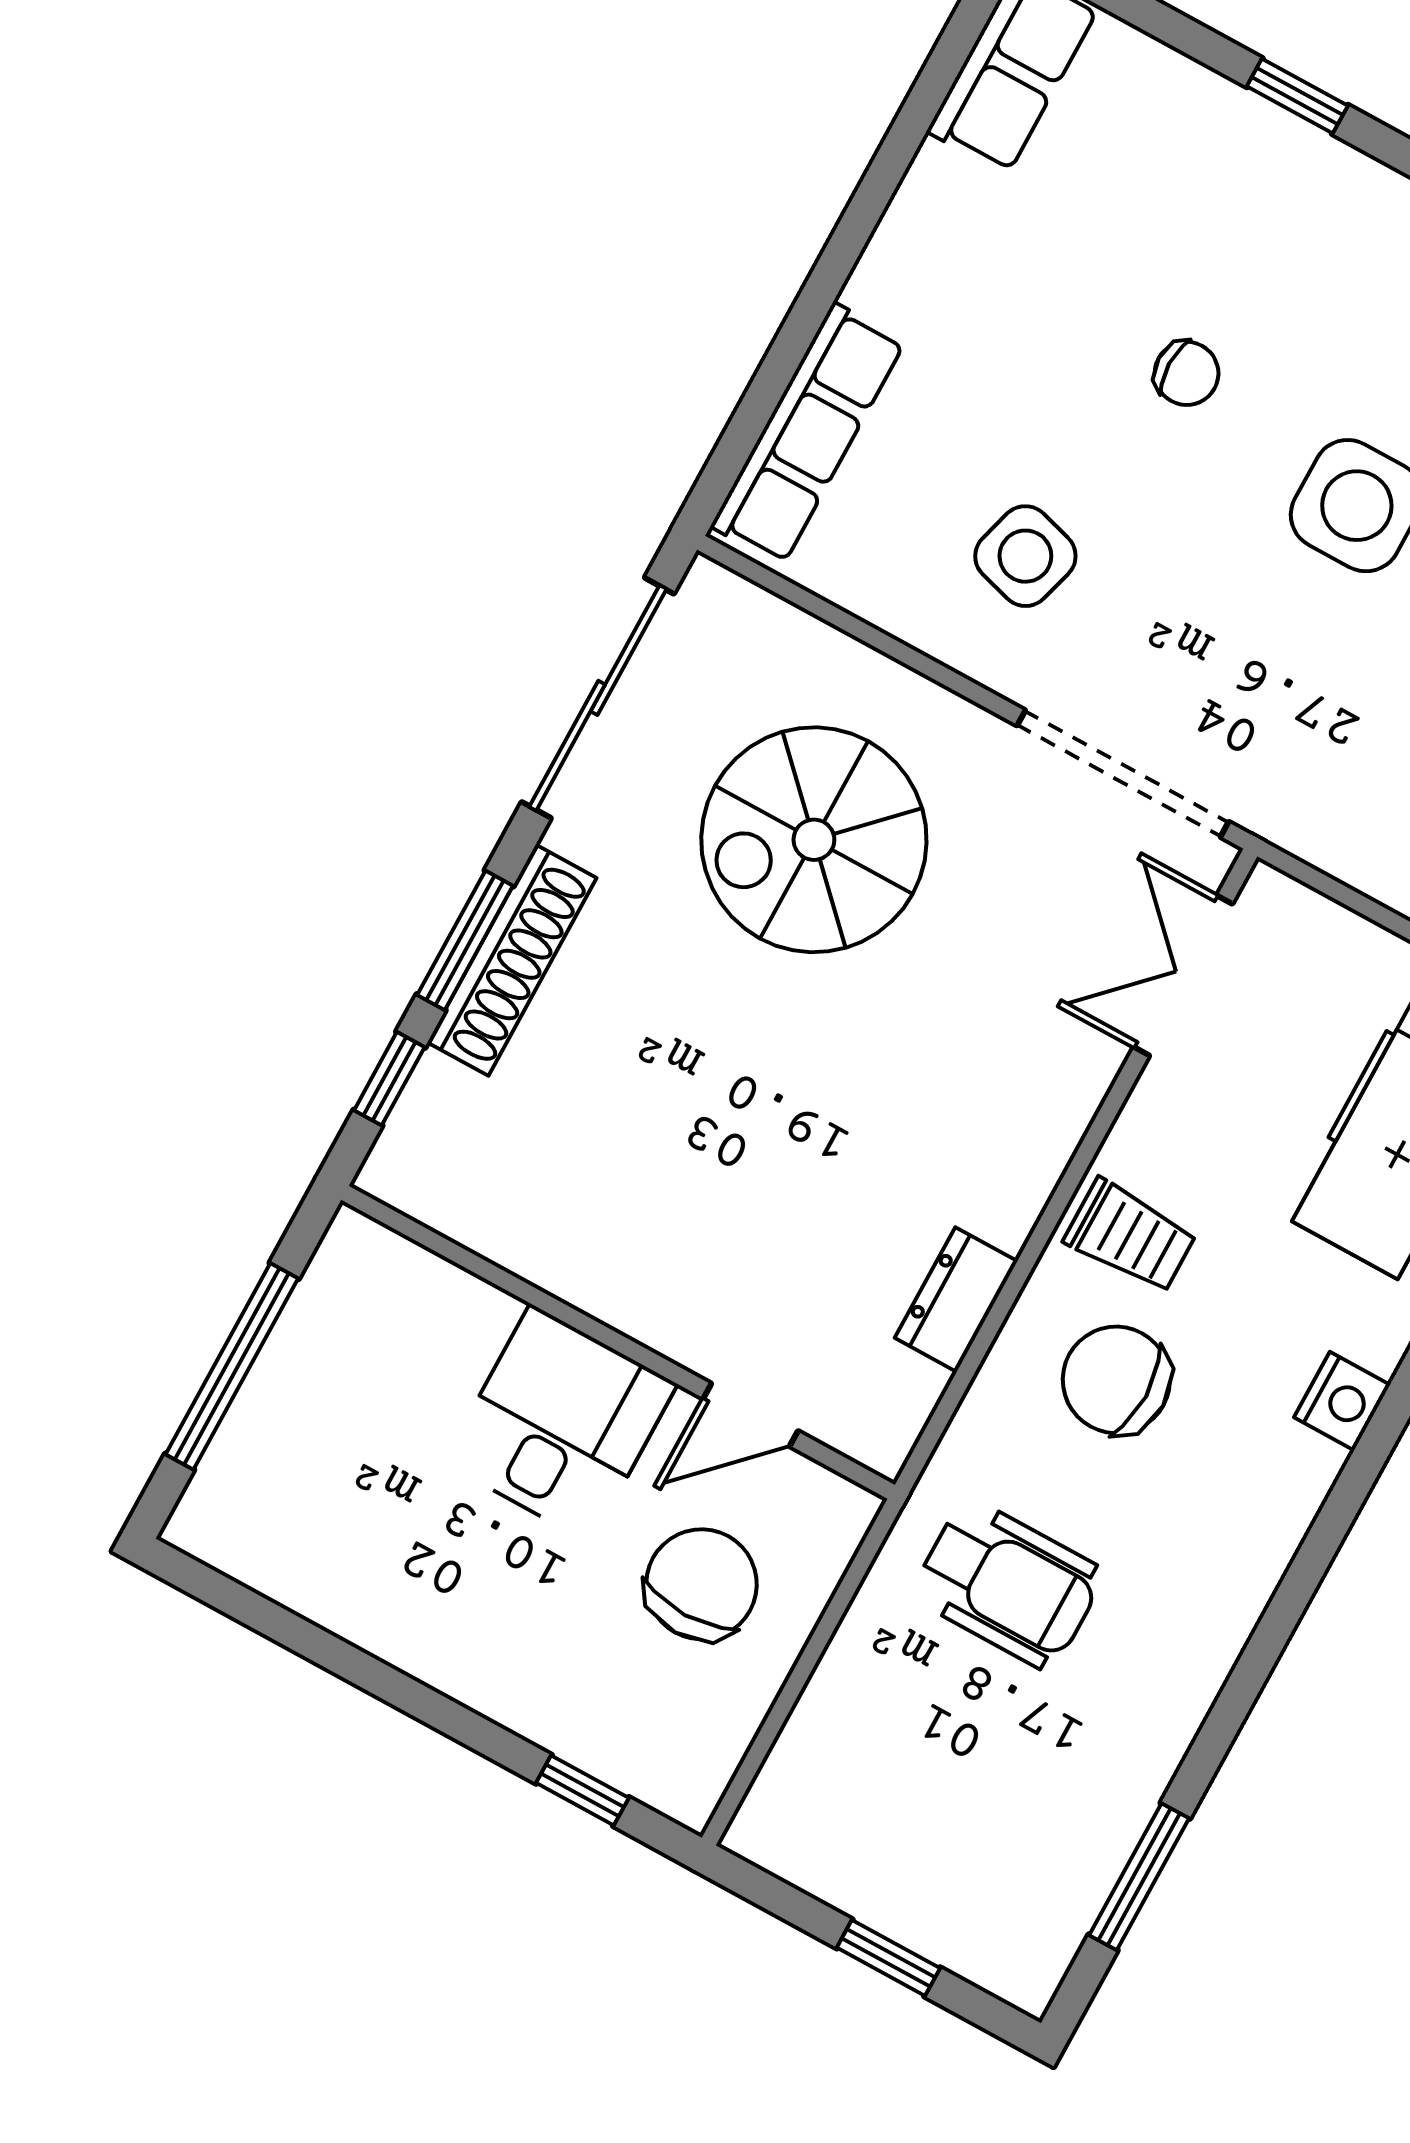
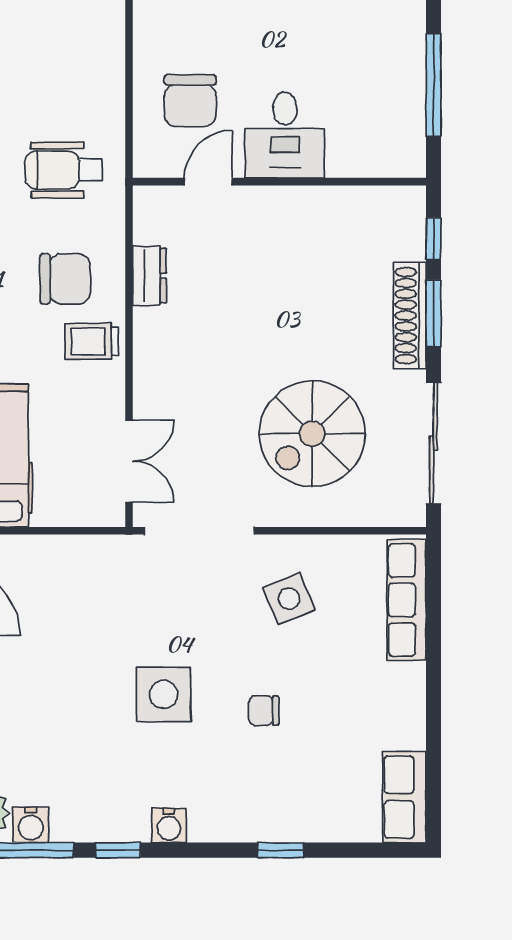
side table: (1025, 556) -> (289, 599), turned -38
spiral stairs: (814, 840) -> (312, 434), turned 180

